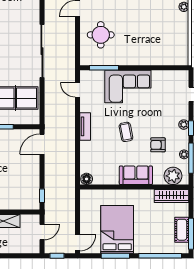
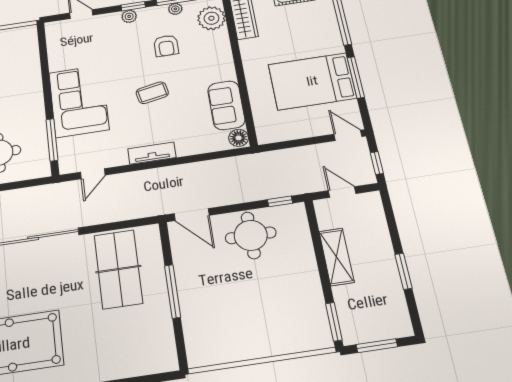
sofa: (136, 175) -> (226, 105), moved
round table: (24, 176) -> (251, 235), added

